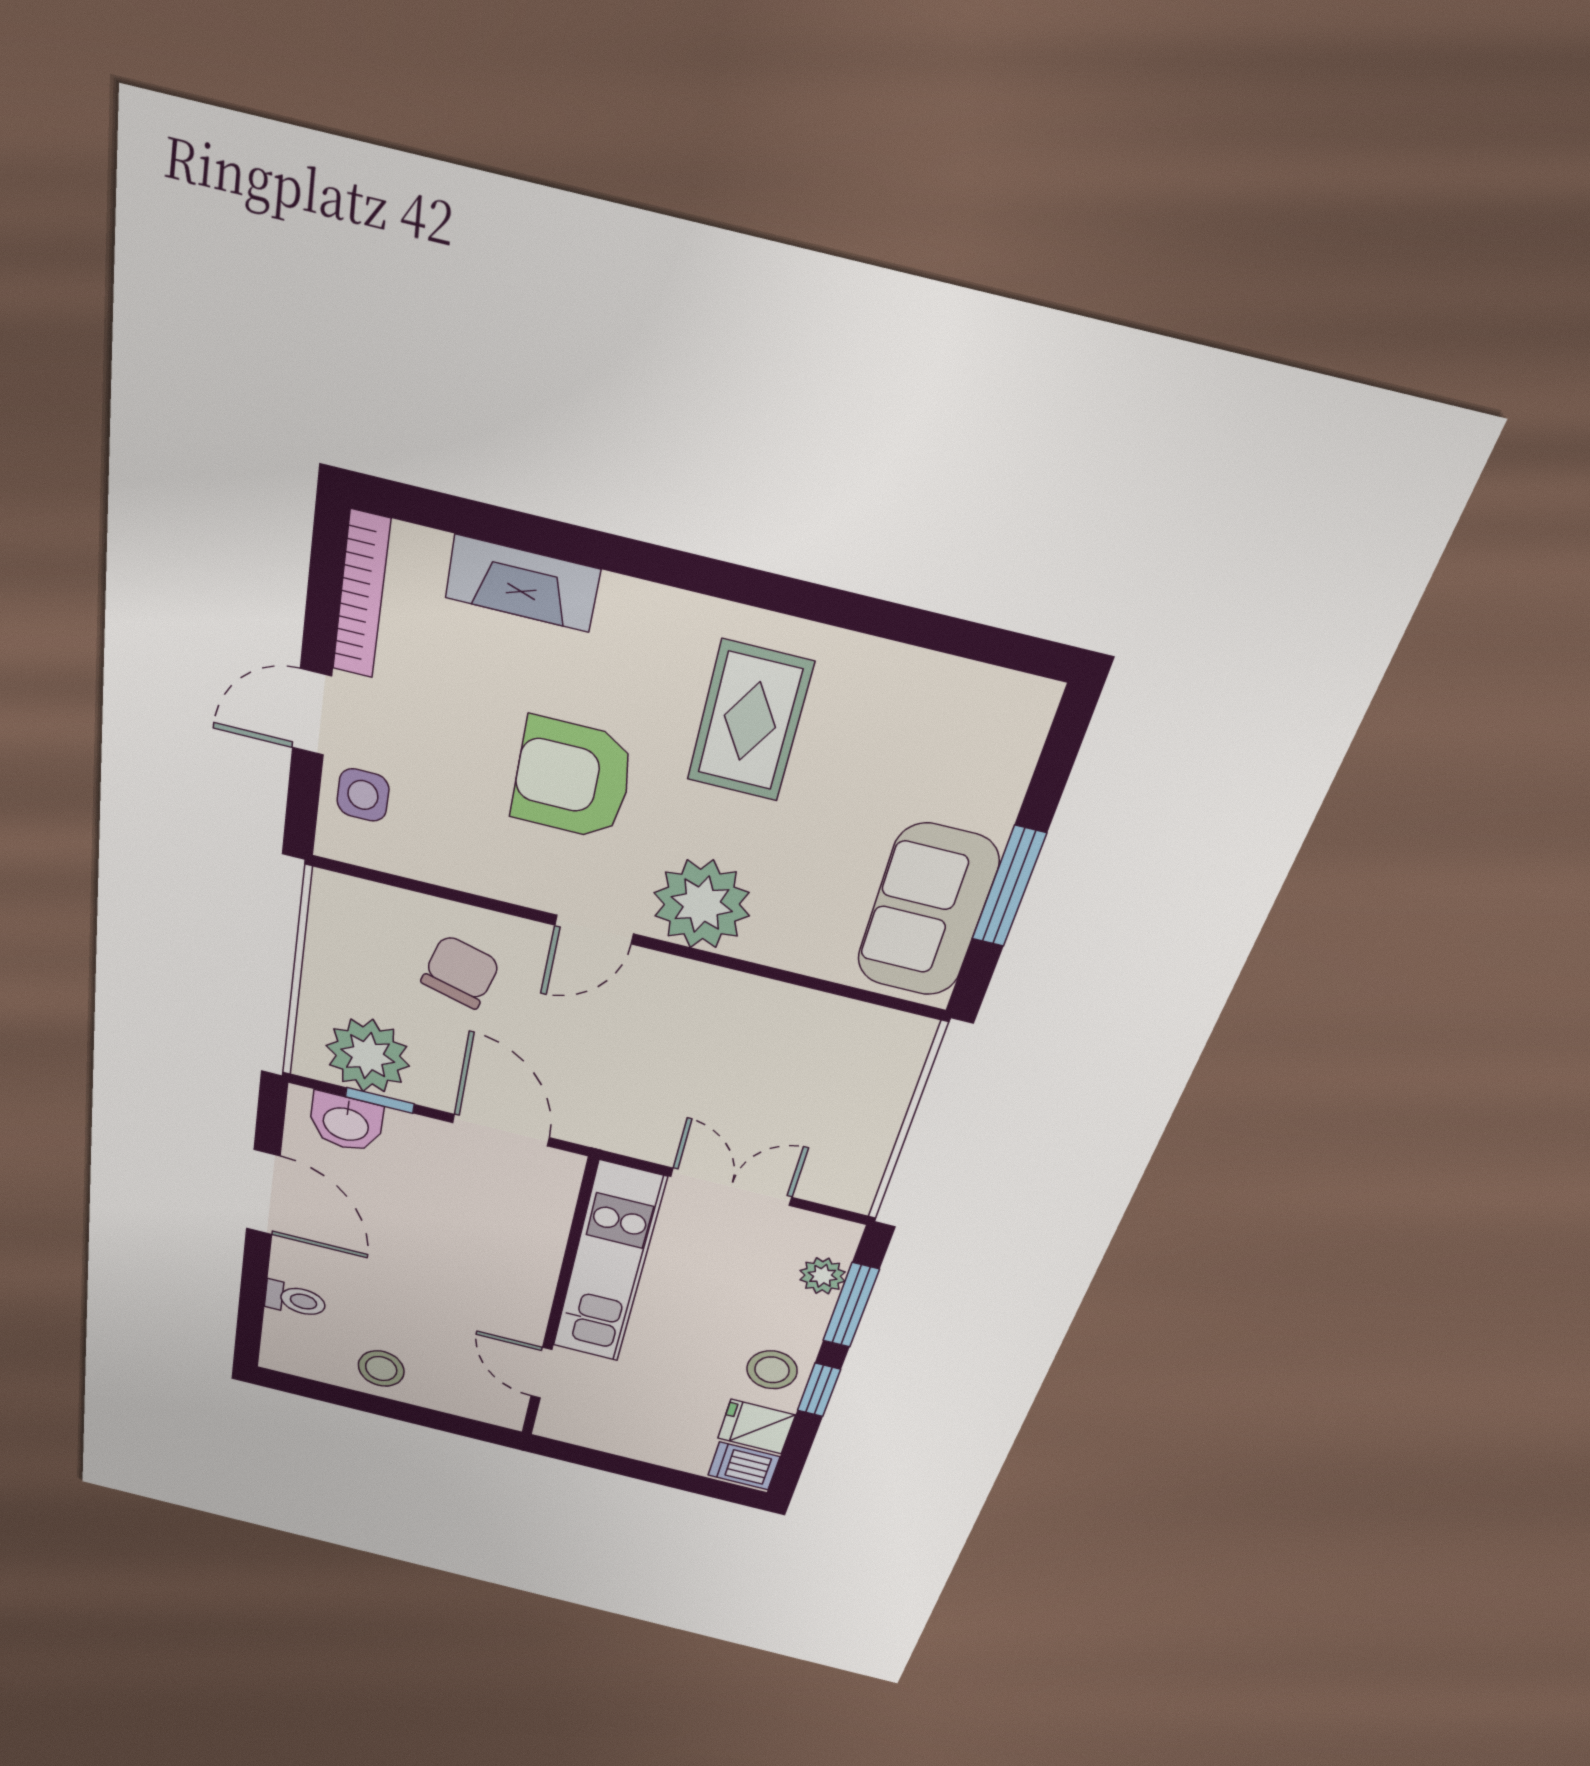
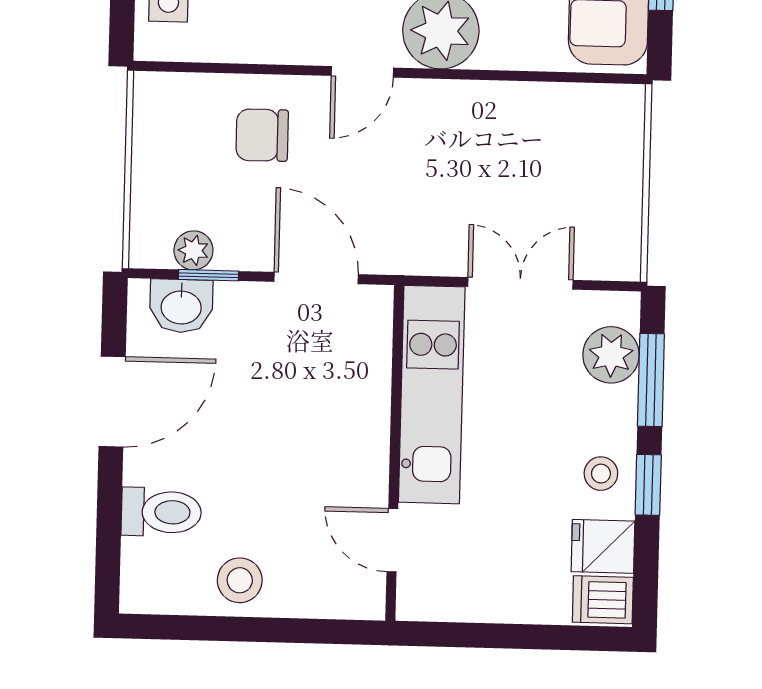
chair: (460, 972) -> (262, 135), turned -105
plant: (368, 1056) -> (193, 250), width x0.53, depth x0.53
door: (263, 1193) -> (112, 402), hinge flipped
plant: (823, 1276) -> (611, 355), width x1.38, depth x1.38
toilet: (295, 1300) -> (161, 512), width x1.37, depth x1.39
stool: (772, 1370) -> (601, 474), width x0.73, depth x0.73

